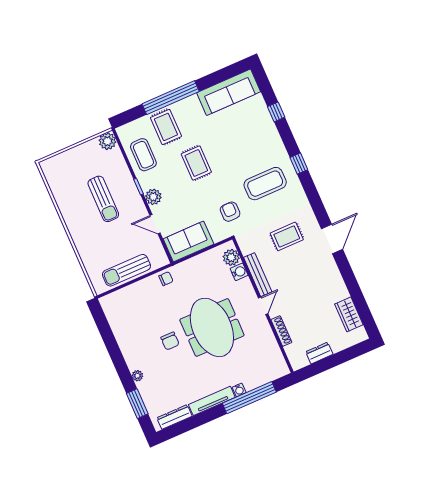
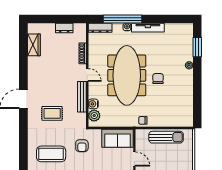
window: (299, 164) -> (23, 157), removed
door: (263, 306) -> (87, 75), swing flipped
meeting table: (212, 327) -> (127, 75), width x1.36
dresser: (174, 417) -> (100, 28), moved

